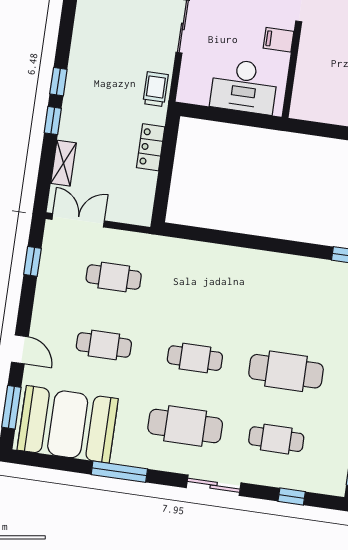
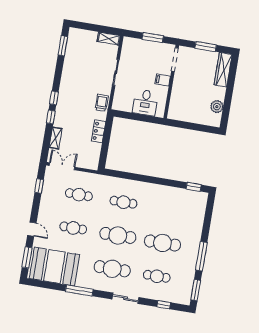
desk: (244, 86) -> (145, 102), width x0.73
cafe table: (205, 290) -> (123, 202), added
cafe table: (195, 358) -> (118, 235), width x1.37, depth x1.35

